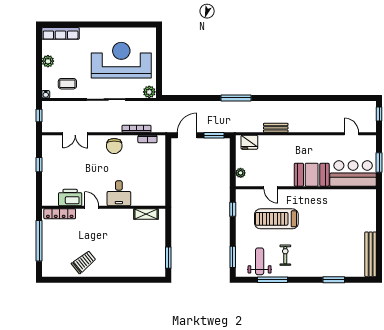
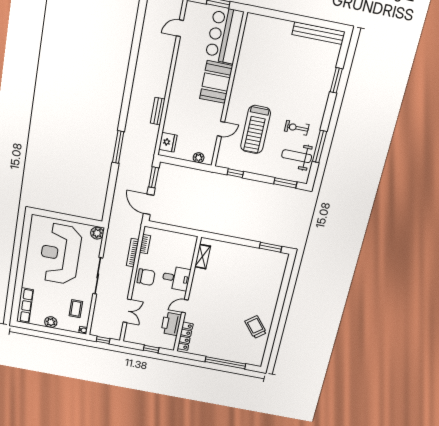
desk: (119, 193) -> (176, 278), moved
printer: (70, 198) -> (171, 324), moved
door: (92, 207) -> (185, 306), moved
wall: (104, 207) -> (187, 295), moved
locker: (60, 214) -> (185, 336), moved
shelving: (146, 214) -> (203, 257), moved

